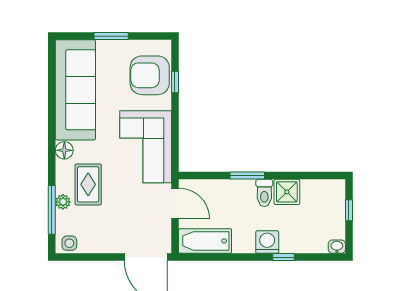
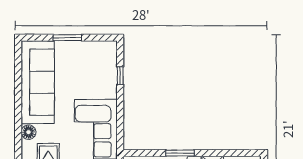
armchair: (150, 75) -> (99, 70), removed

